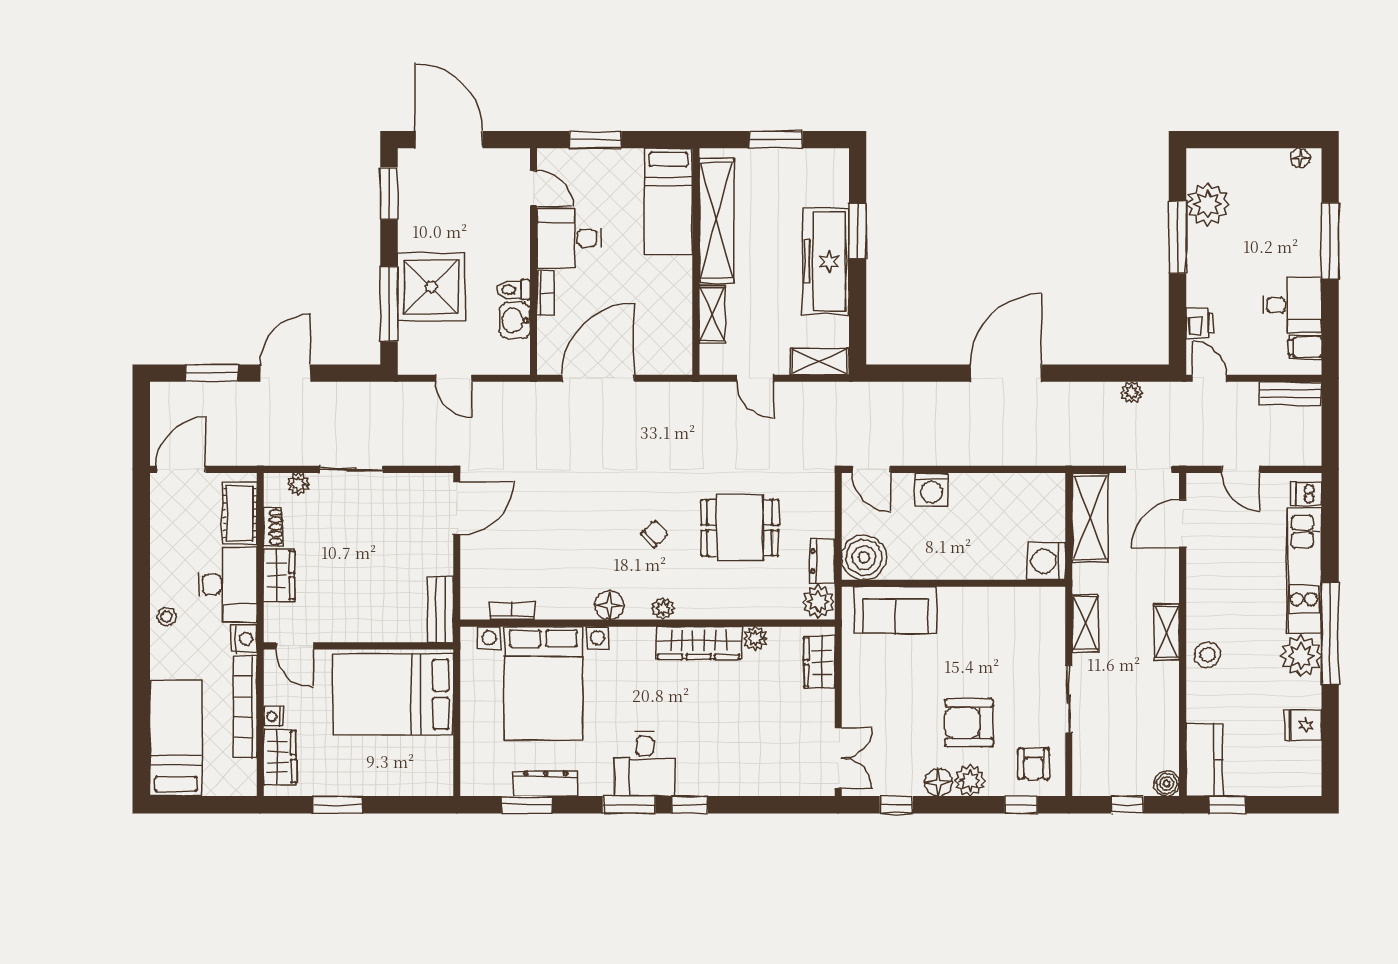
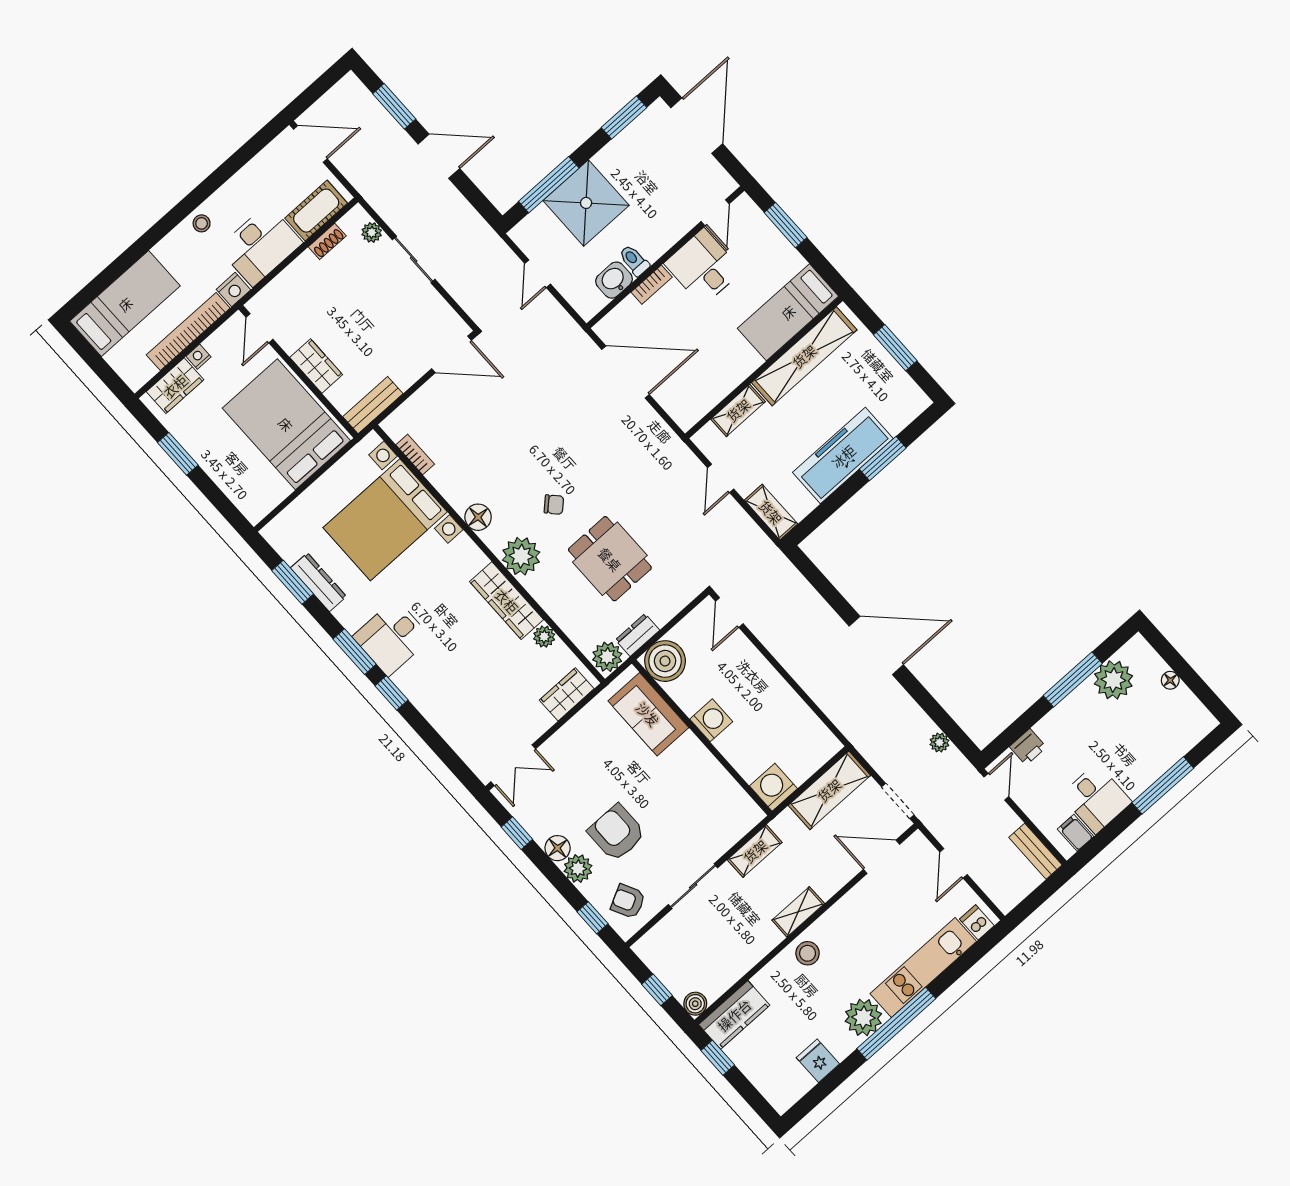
floor lamp: (1300, 158) -> (1170, 680), moved
washing machine: (932, 490) -> (711, 720), moved, turned 180
wardrobe: (279, 575) -> (316, 366), moved, turned -90
plant: (663, 608) -> (521, 556), width x1.87, depth x1.87
armchair: (1034, 764) -> (628, 901), turned 63

